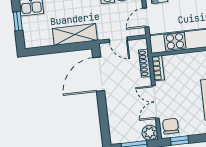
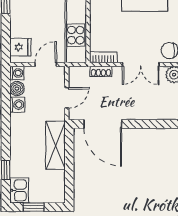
door: (146, 18) -> (46, 64), swing flipped
shoe rack: (145, 63) -> (101, 71), width x0.70

